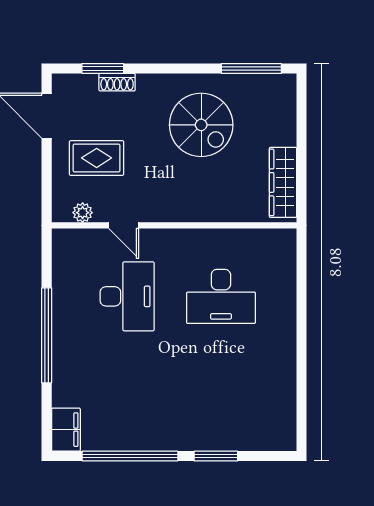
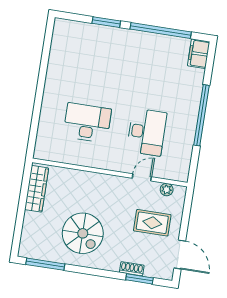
spiral stairs: (201, 125) -> (83, 233), turned 180
door: (124, 225) -> (142, 177), hinge flipped
desk: (127, 296) -> (147, 132), turned 180

